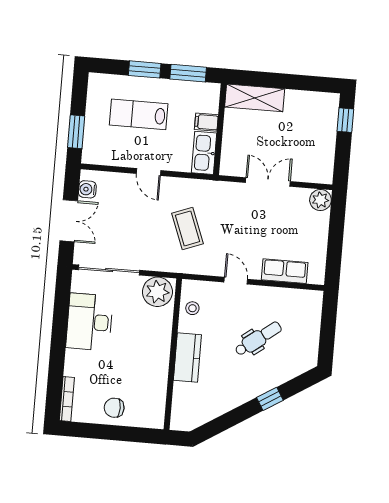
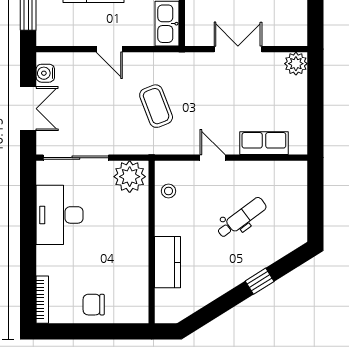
kitchen counter: (187, 358) -> (168, 262), moved

